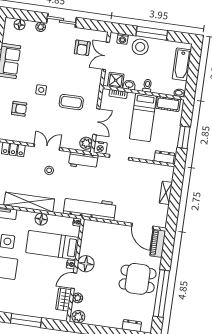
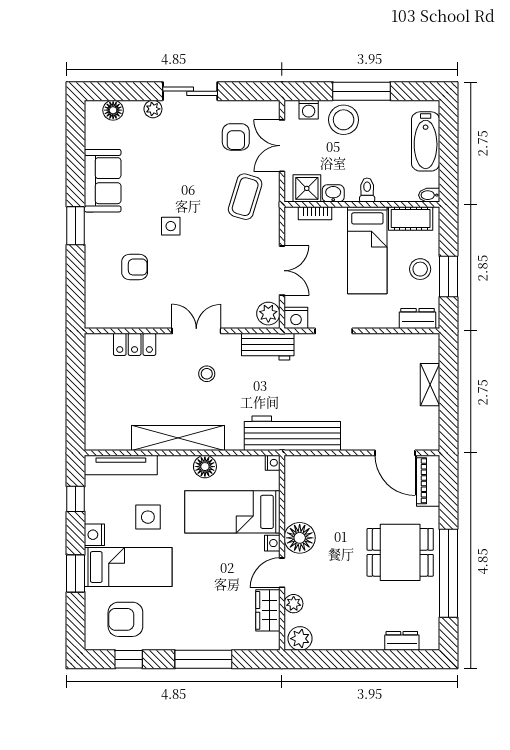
coffee table: (71, 102) -> (245, 197), moved, turned -73
stool: (169, 131) -> (420, 269), added

